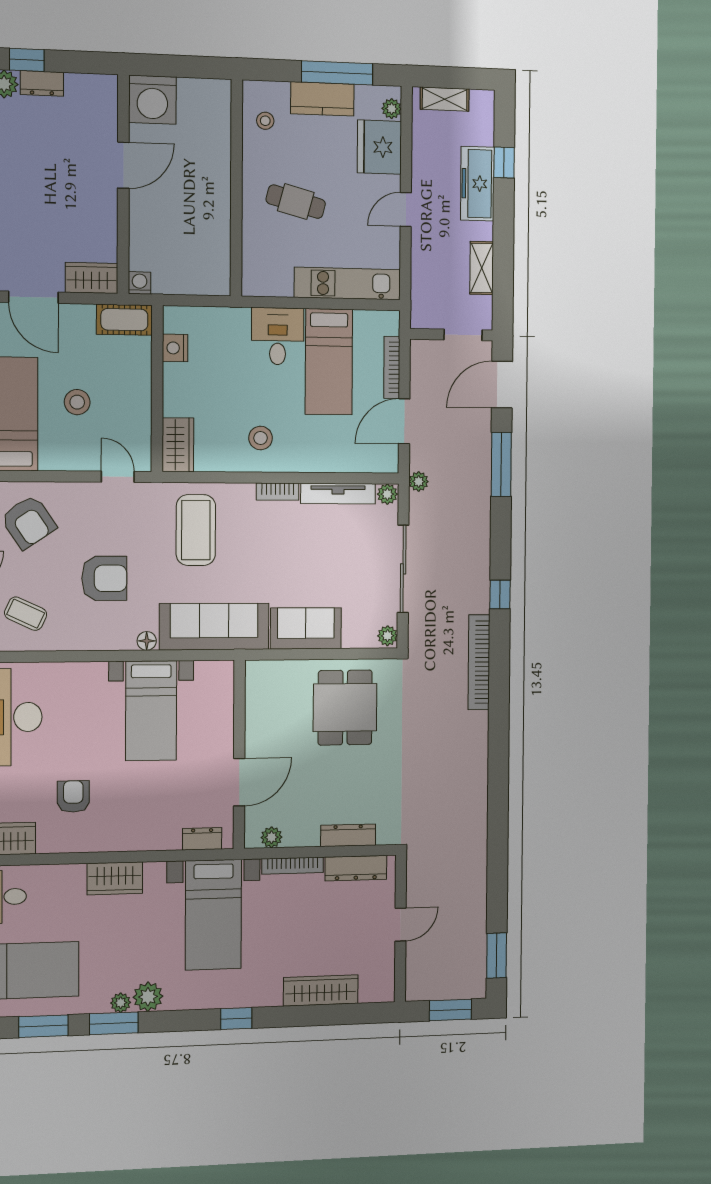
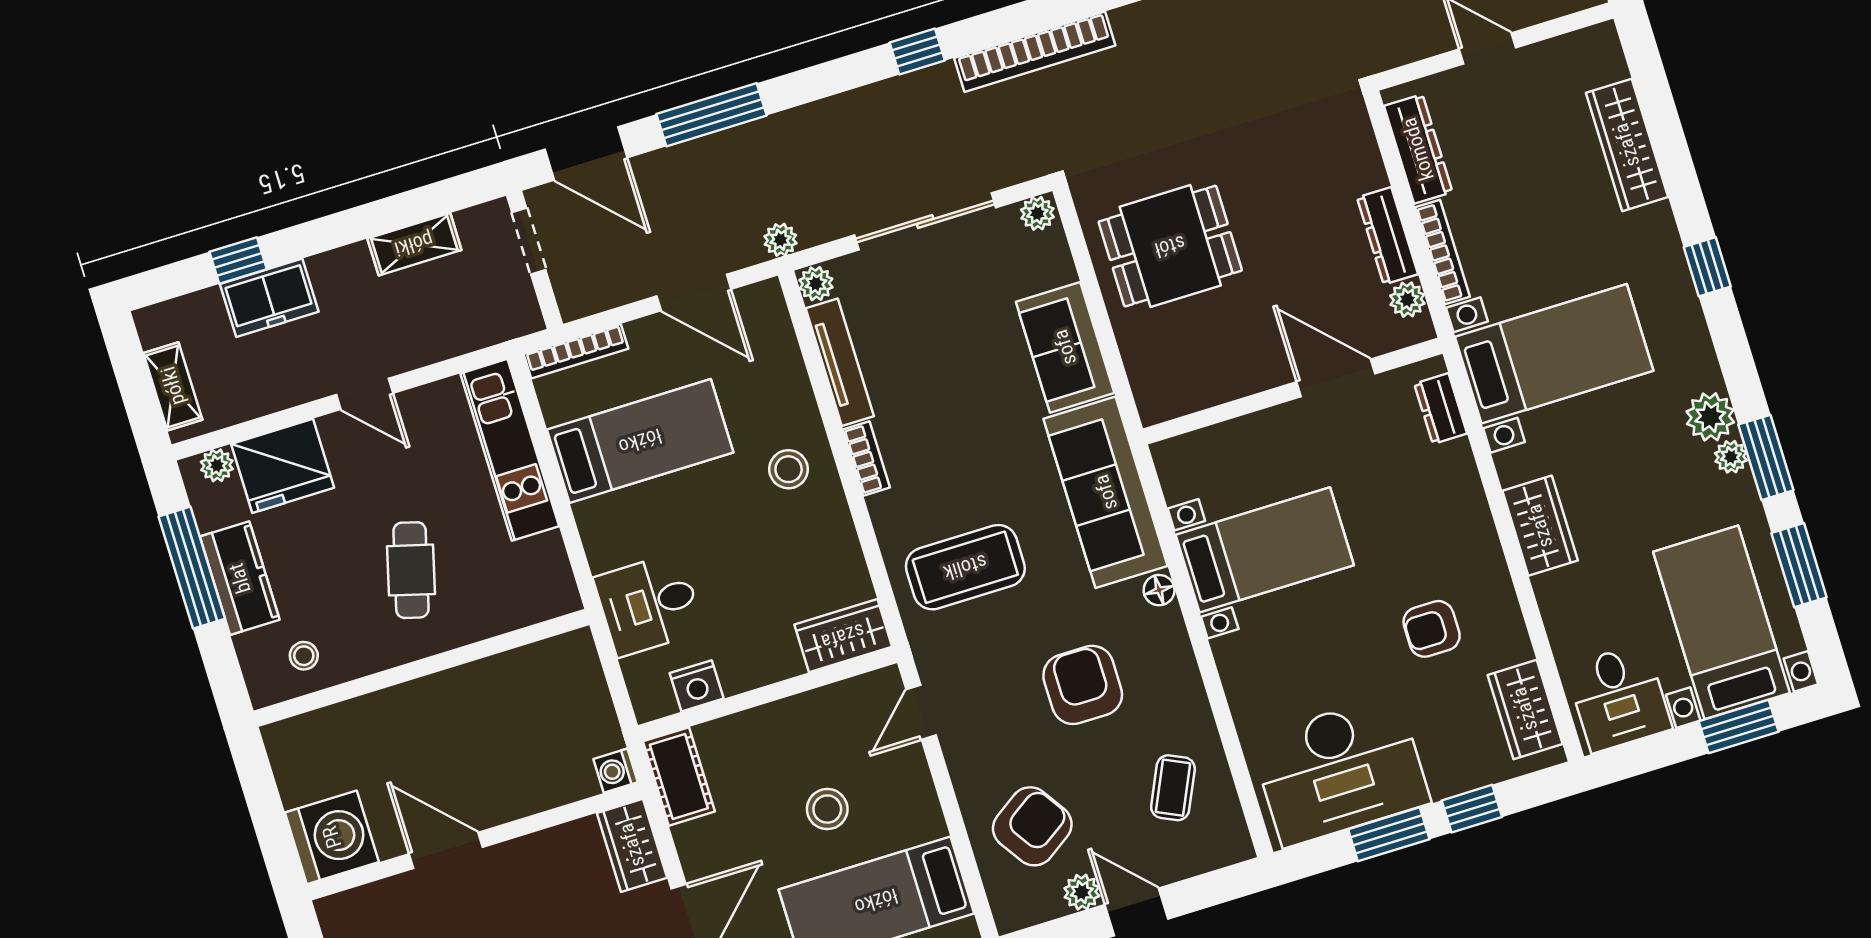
freezer: (477, 184) -> (269, 298), width x0.71
desk: (278, 336) -> (649, 604), moved
bookcase: (392, 367) -> (576, 351), moved
stool: (261, 438) -> (789, 469), moved
dresser: (348, 835) -> (1387, 236), moved

